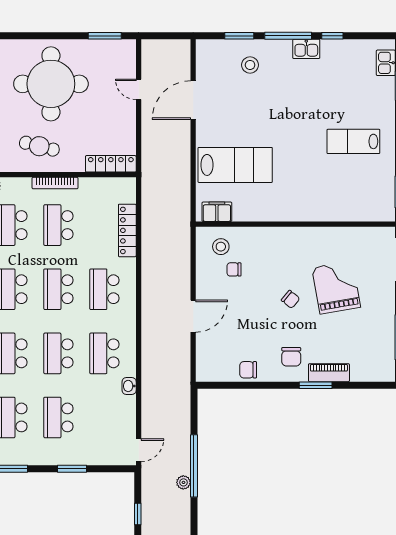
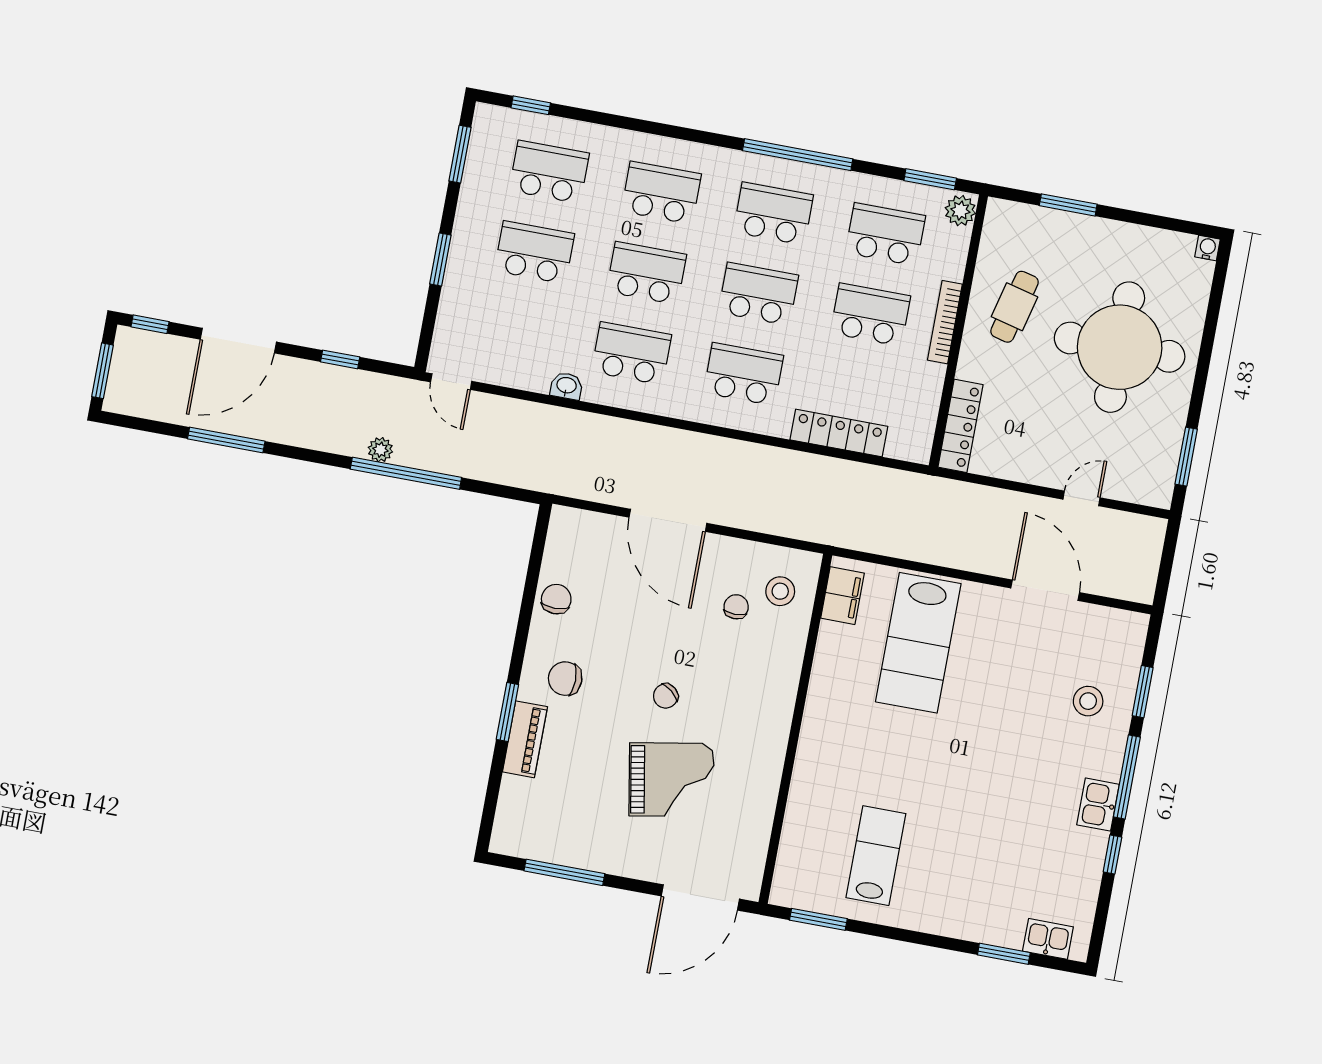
lab bench: (353, 141) -> (876, 856), moved
door: (193, 316) -> (668, 520), width x1.36

